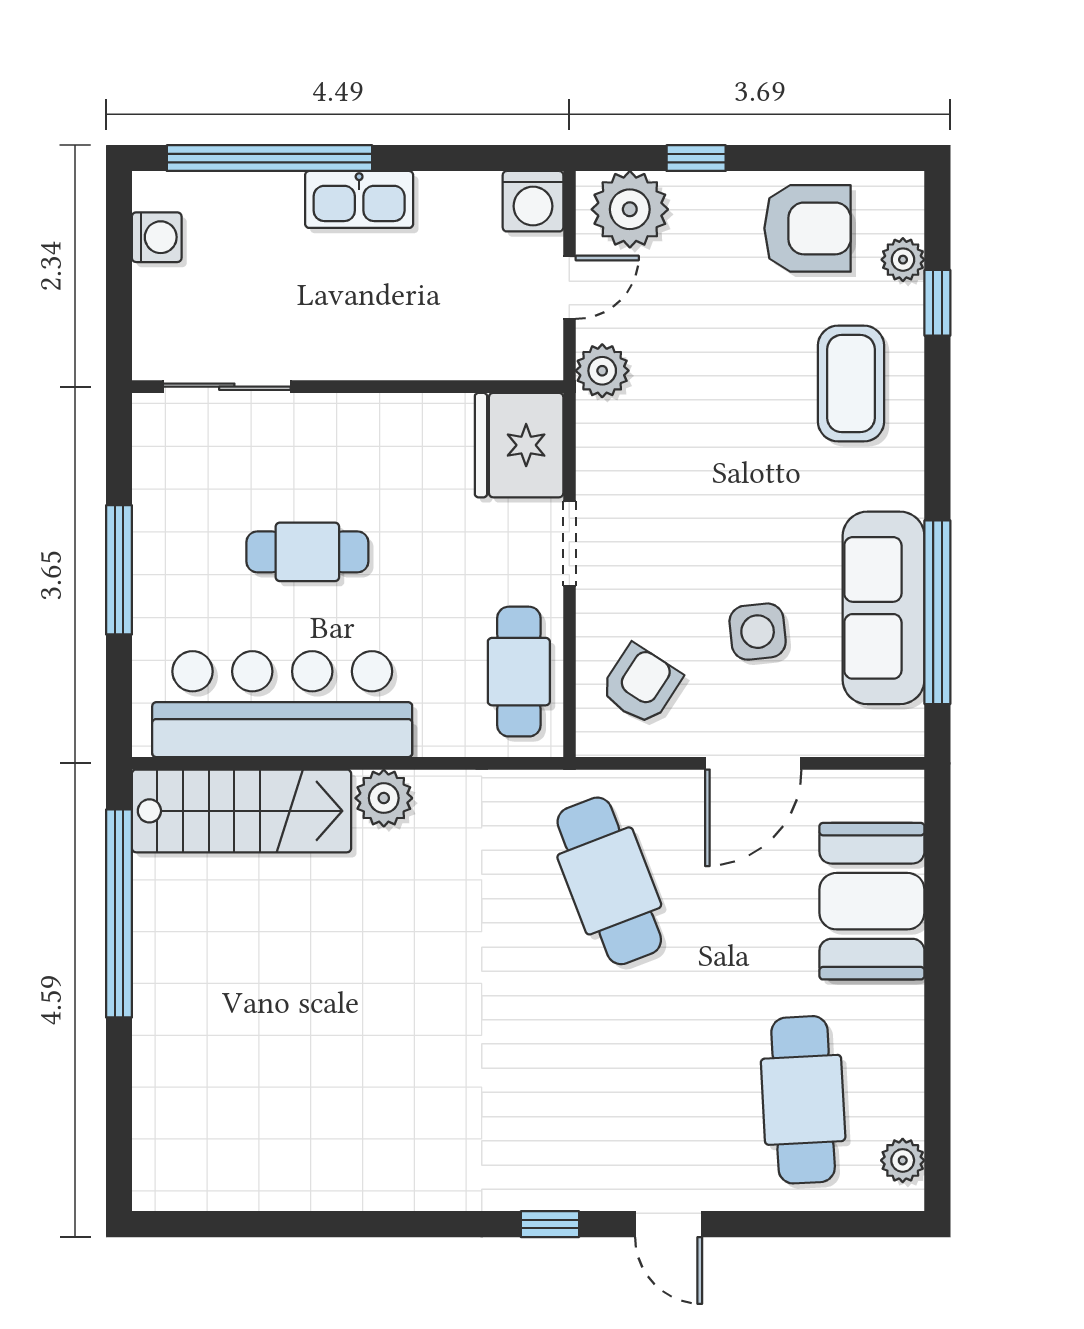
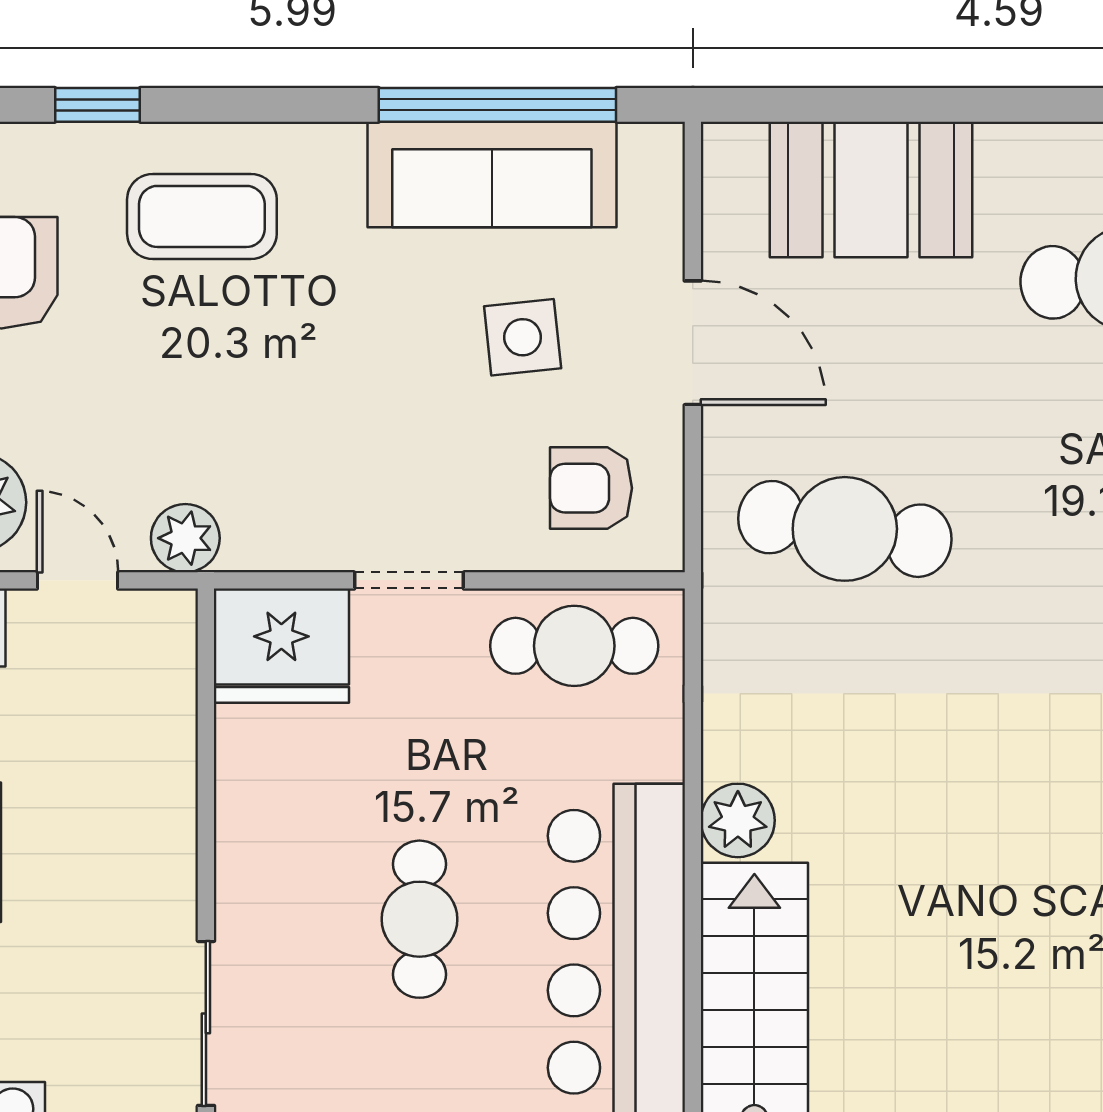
plant: (903, 260) -> (42, 149), removed
armchair: (641, 685) -> (591, 488), turned -33
cafe table: (609, 881) -> (845, 529), turned 30

